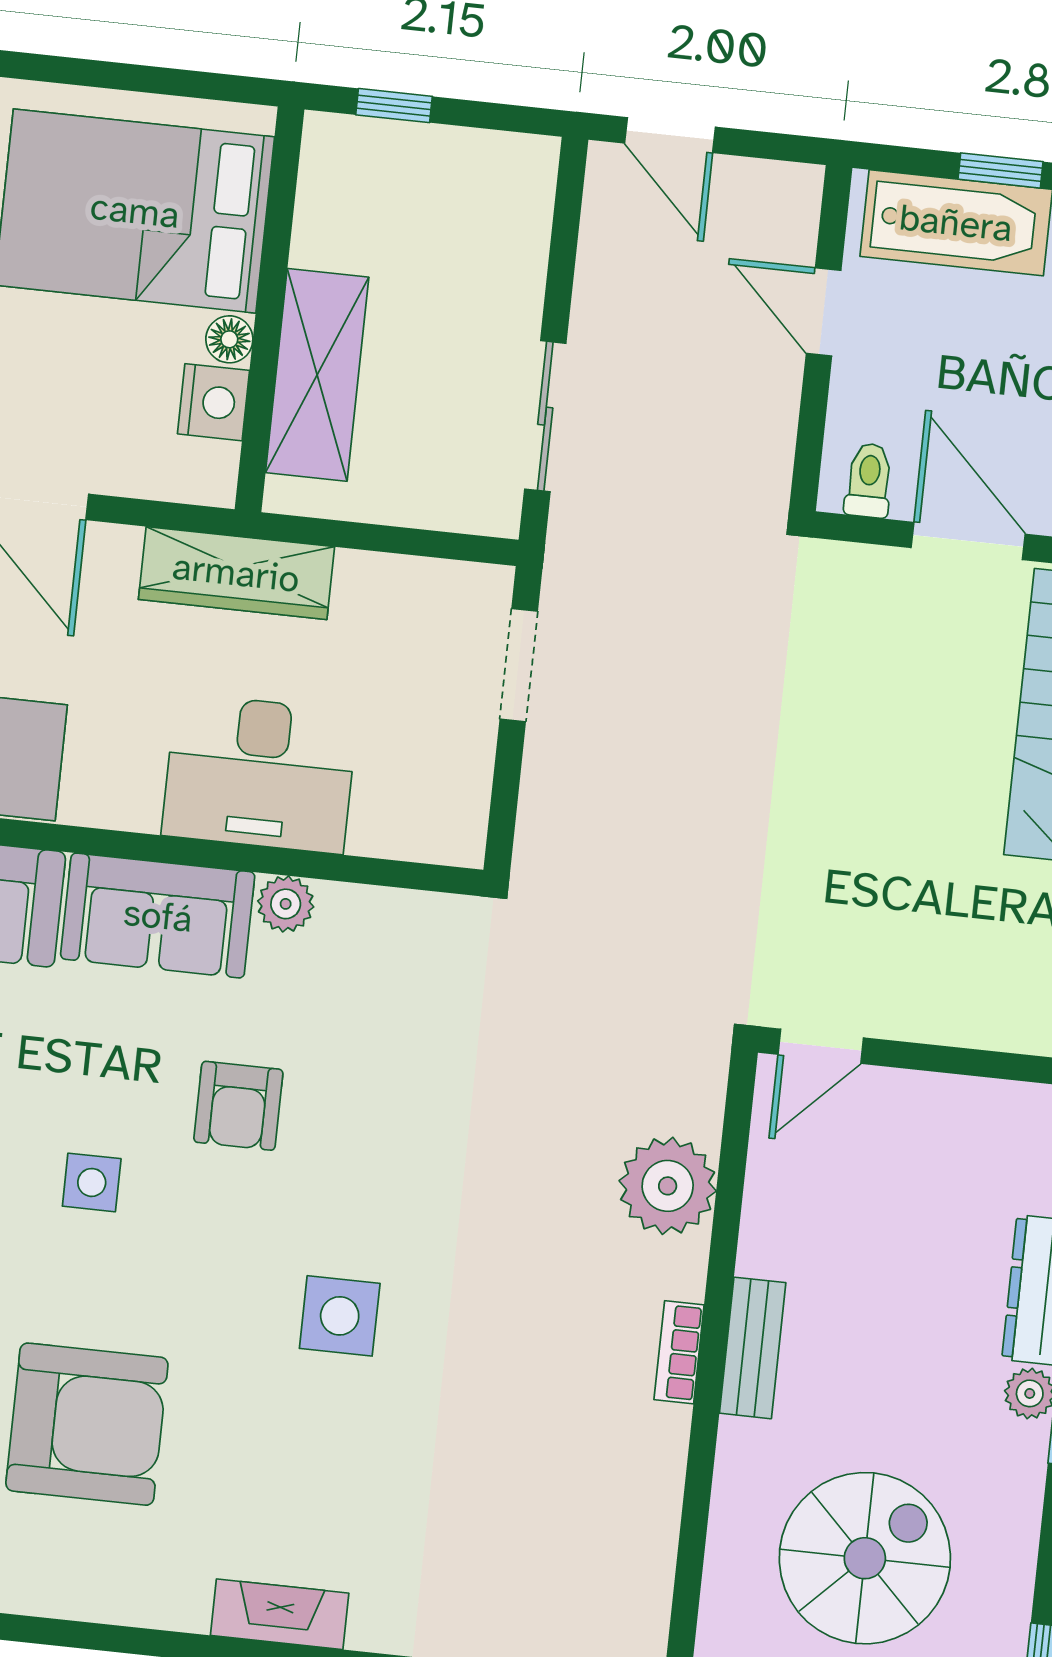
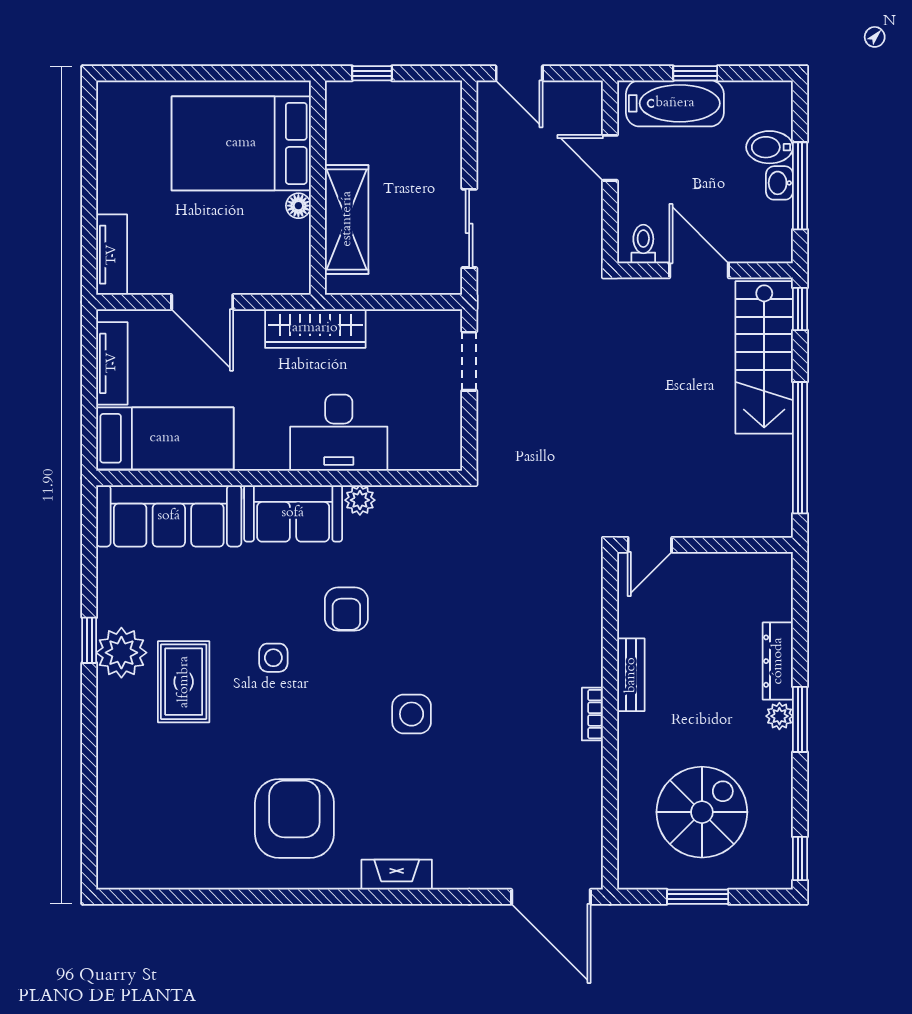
nightstand: (214, 402) -> (294, 240), removed
plant: (668, 1186) -> (577, 627), removed
bench: (753, 1348) -> (631, 675), moved
armchair: (87, 1424) -> (294, 818), moved, turned -90

